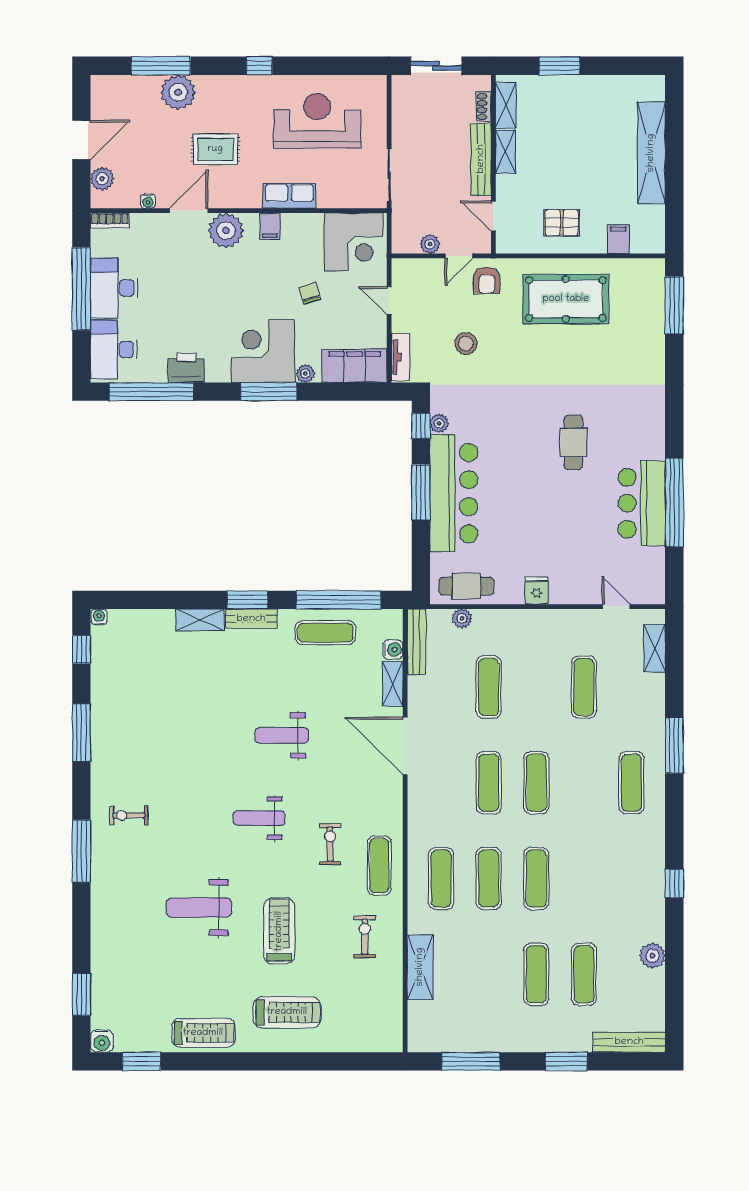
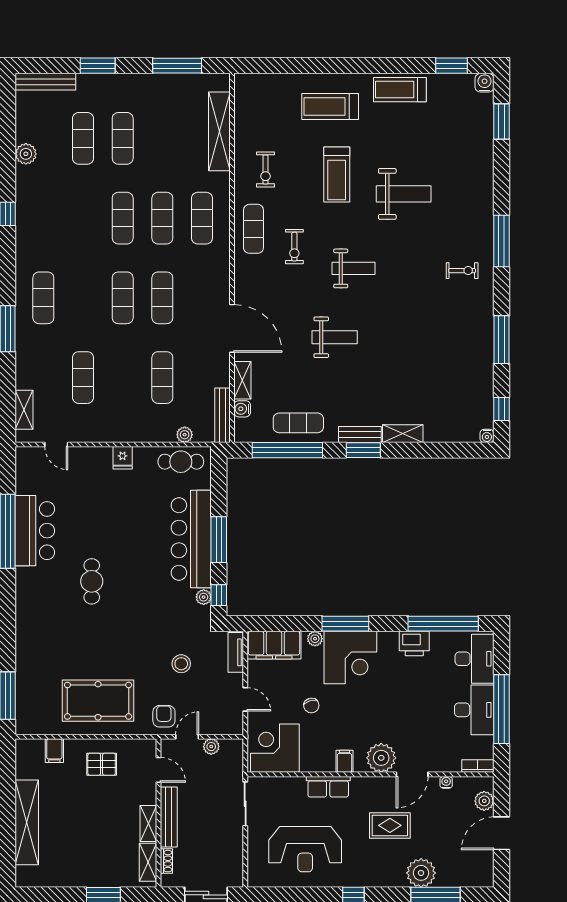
shelving: (420, 967) -> (219, 131), width x1.47

